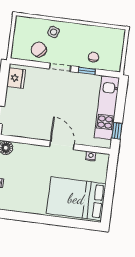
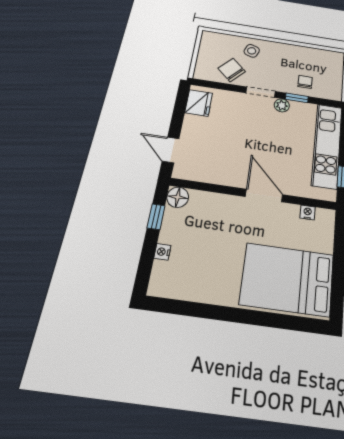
plant: (76, 77) -> (282, 105), added

